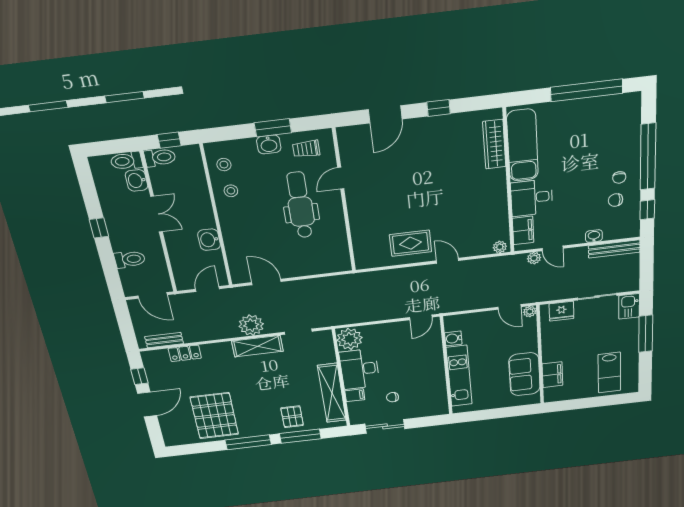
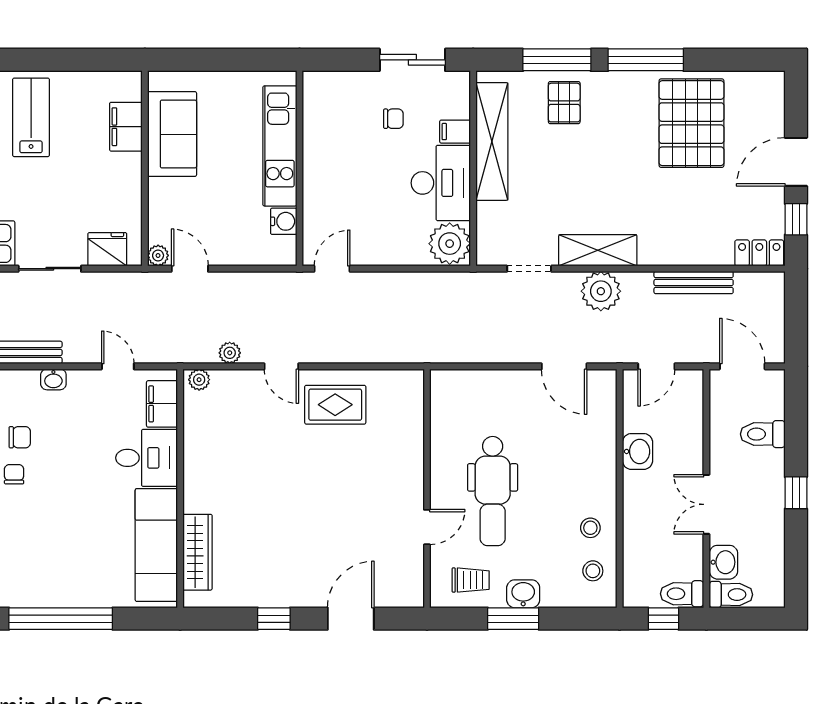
plant: (534, 258) -> (230, 353), moved
bench: (164, 340) -> (694, 282), moved, width x1.36
locker: (185, 353) -> (759, 253), moved

